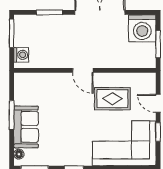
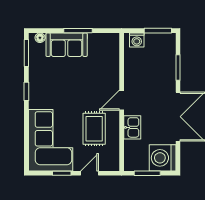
kitchen sink: (111, 59) -> (132, 127), added

